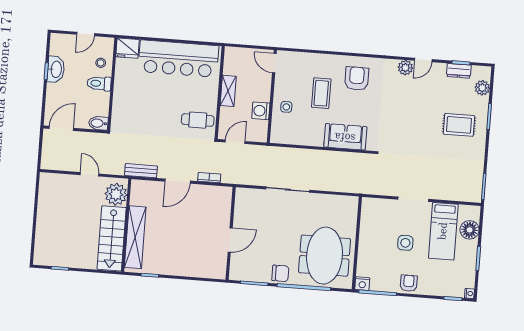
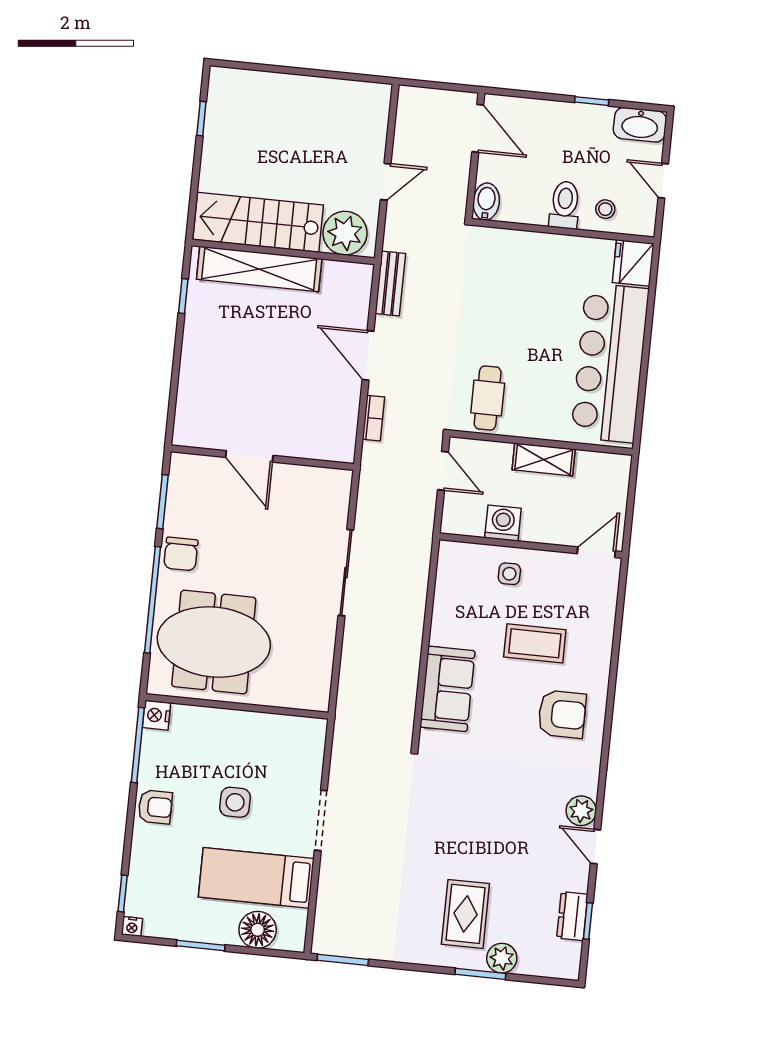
washbasin: (56, 69) -> (640, 125), moved
plant: (482, 88) -> (502, 958), moved

